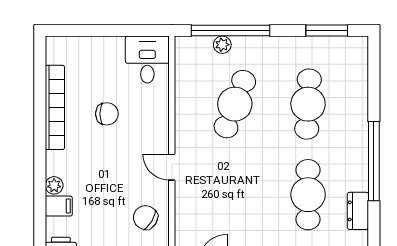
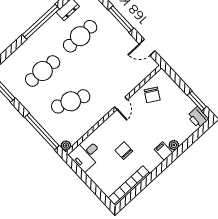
plant: (222, 45) -> (66, 146), moved
bookcase: (55, 107) -> (129, 186), moved
filing cabinet: (59, 206) -> (163, 151), moved

